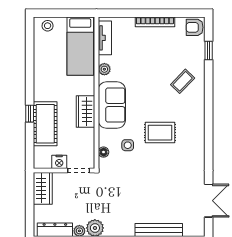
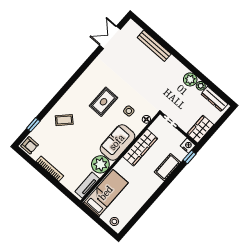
plant: (104, 69) -> (100, 164), width x1.87, depth x1.87
wardrobe: (86, 112) -> (140, 147), width x1.50
window: (30, 114) -> (189, 157), moved
cot: (45, 124) -> (168, 167), width x0.73, depth x0.75
rug: (160, 133) -> (104, 102), turned 90
nightstand: (59, 162) -> (188, 146), moved

